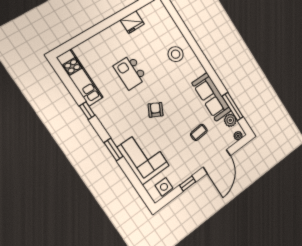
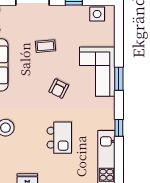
coffee table: (199, 132) -> (45, 46), moved
corner sofa: (143, 156) -> (97, 72), moved

